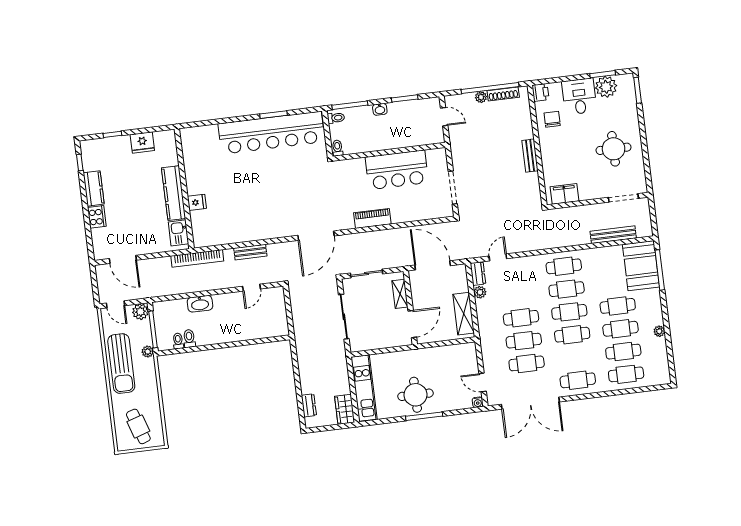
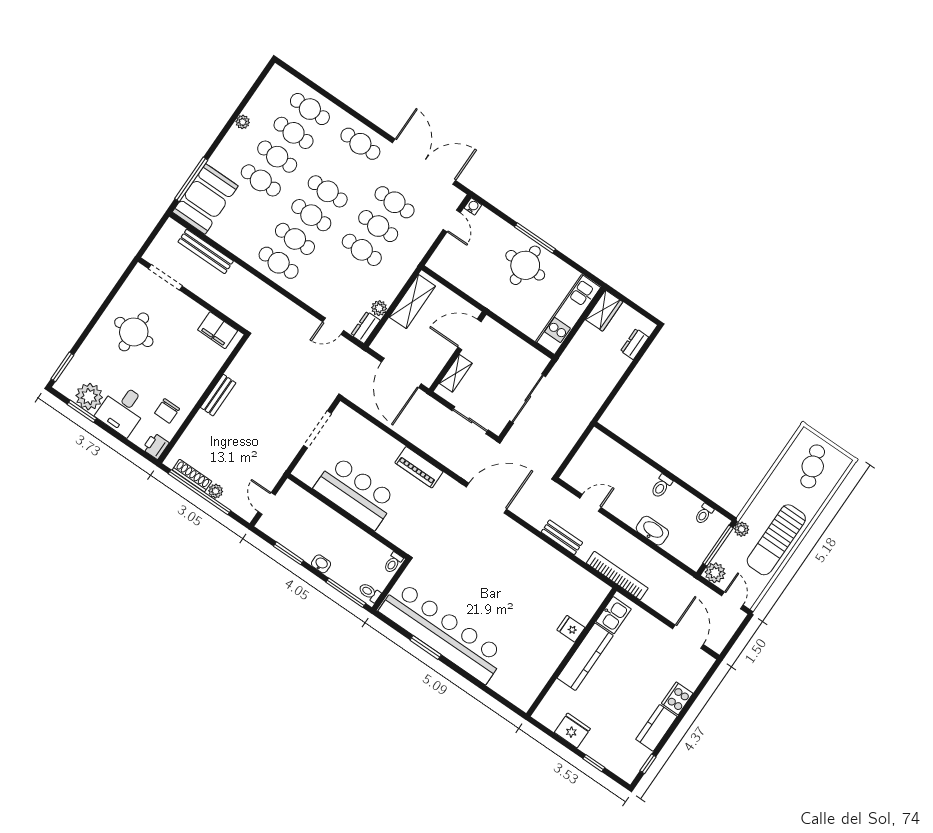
toilet: (189, 338) -> (661, 486), moved
sun lounger: (121, 364) -> (776, 540), turned 180

